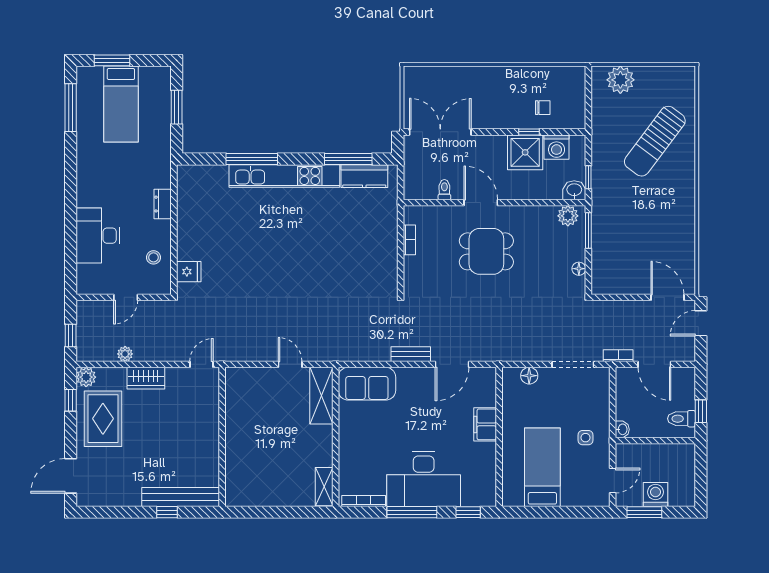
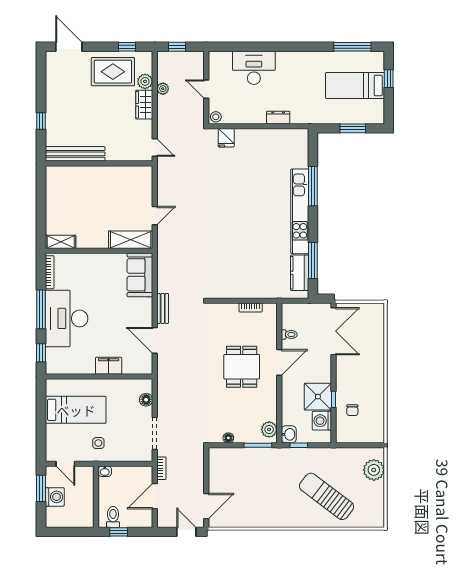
window: (112, 60) -> (389, 79), width x0.67
stool: (153, 257) -> (216, 117), moved
plant: (86, 377) -> (145, 81), moved
bench: (181, 497) -> (75, 154), moved, turned 90

